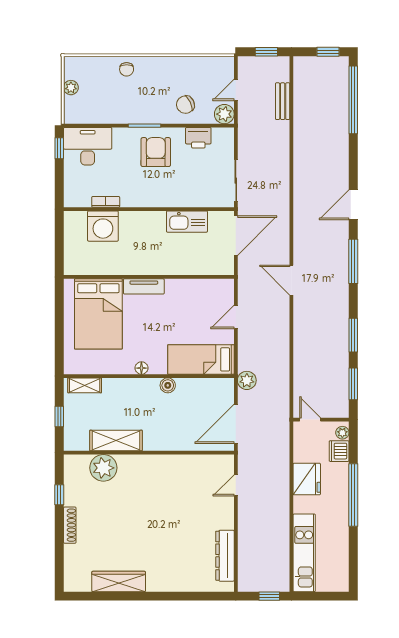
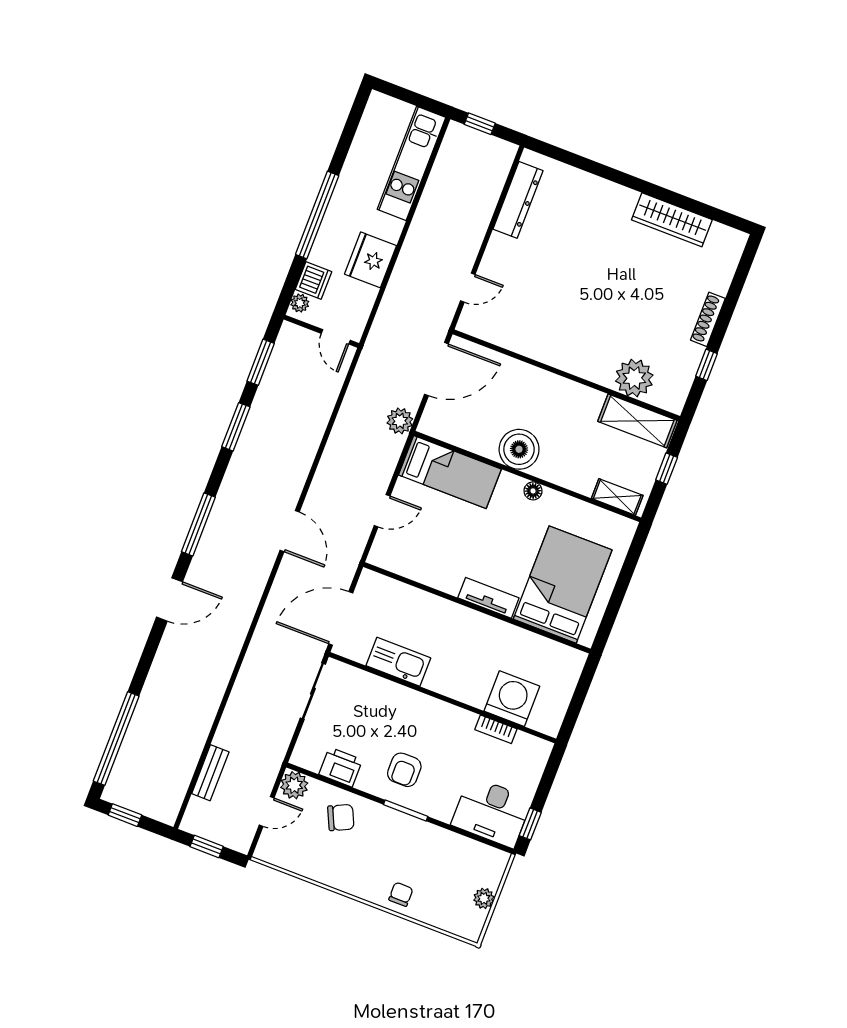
armchair: (156, 152) -> (404, 770), width x0.72, depth x0.72
boiler: (168, 385) -> (519, 449), width x1.86, depth x1.86
shelving: (116, 440) -> (637, 421), moved

